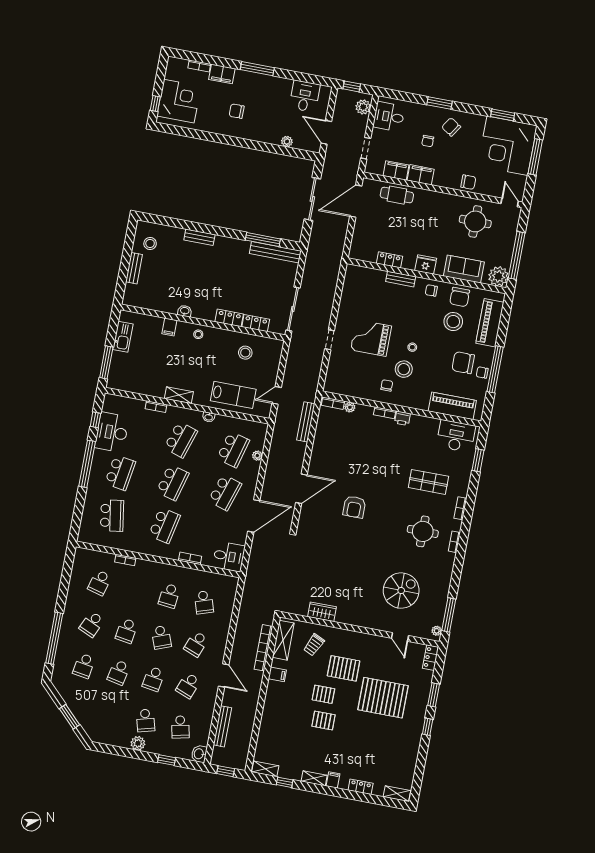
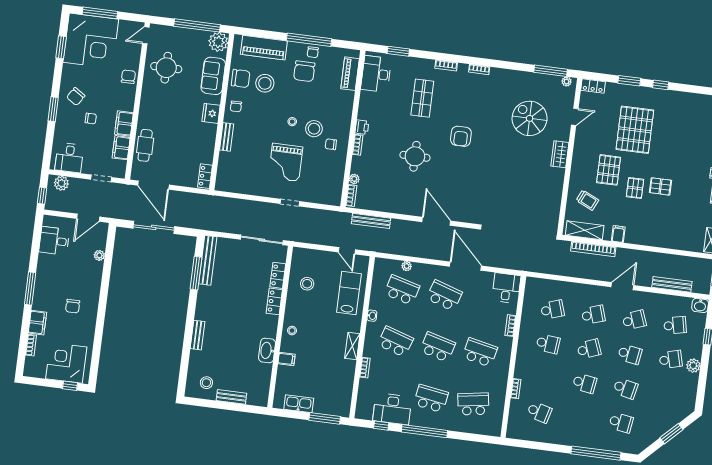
locker: (389, 260) -> (205, 176), moved
washbasin: (185, 311) -> (267, 351), width x1.91, depth x1.45
piano: (452, 406) -> (350, 74), width x0.73, depth x0.75
armchair: (354, 507) -> (461, 136), moved, turned 90
round table: (423, 531) -> (415, 156), moved
wardrobe: (322, 612) -> (560, 154), moved
school desk: (92, 624) -> (580, 417), removed
school desk: (196, 644) -> (593, 315), turned -39
school desk: (188, 685) -> (634, 320), turned -42
pallet: (323, 721) -> (660, 186), turned 90

